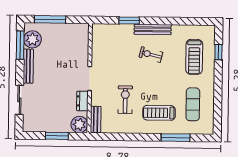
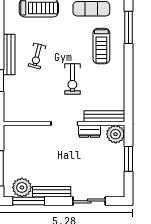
exercise bike: (125, 100) -> (72, 79), moved, turned -90
bench: (96, 120) -> (104, 116), width x1.36

